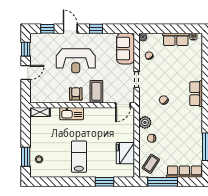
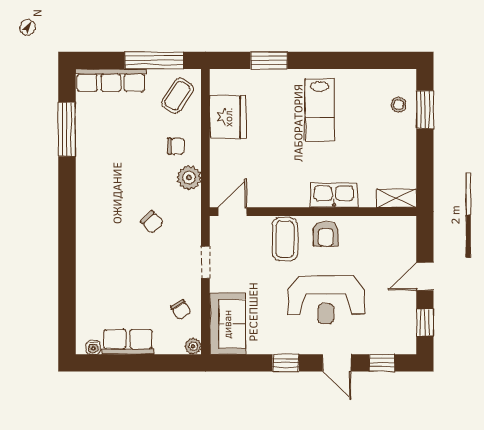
reception desk: (76, 61) -> (326, 300), turned 180
row of seats: (196, 94) -> (88, 234), removed

